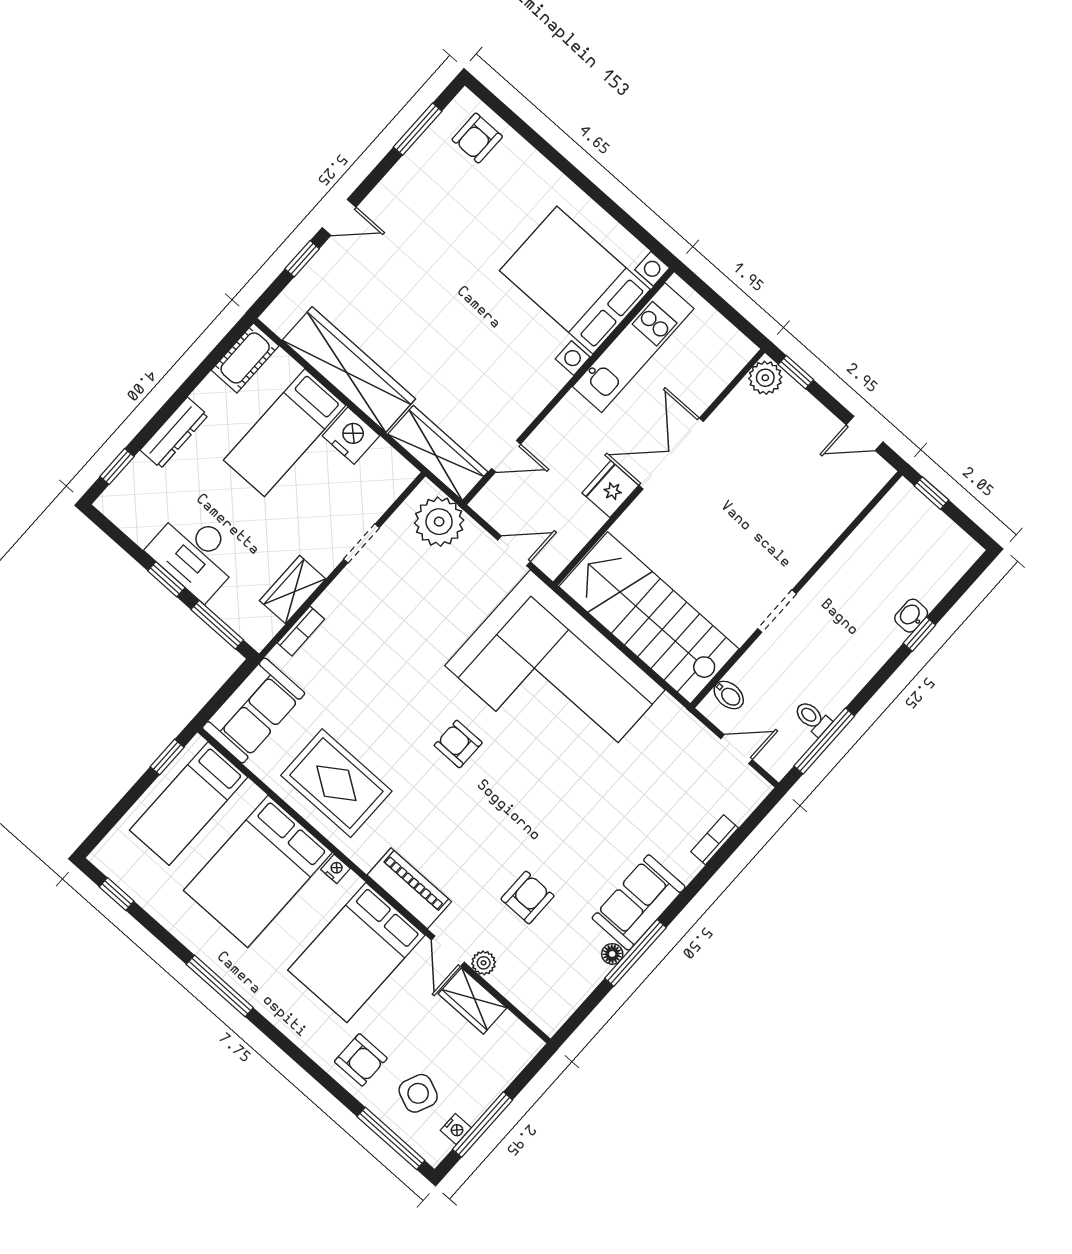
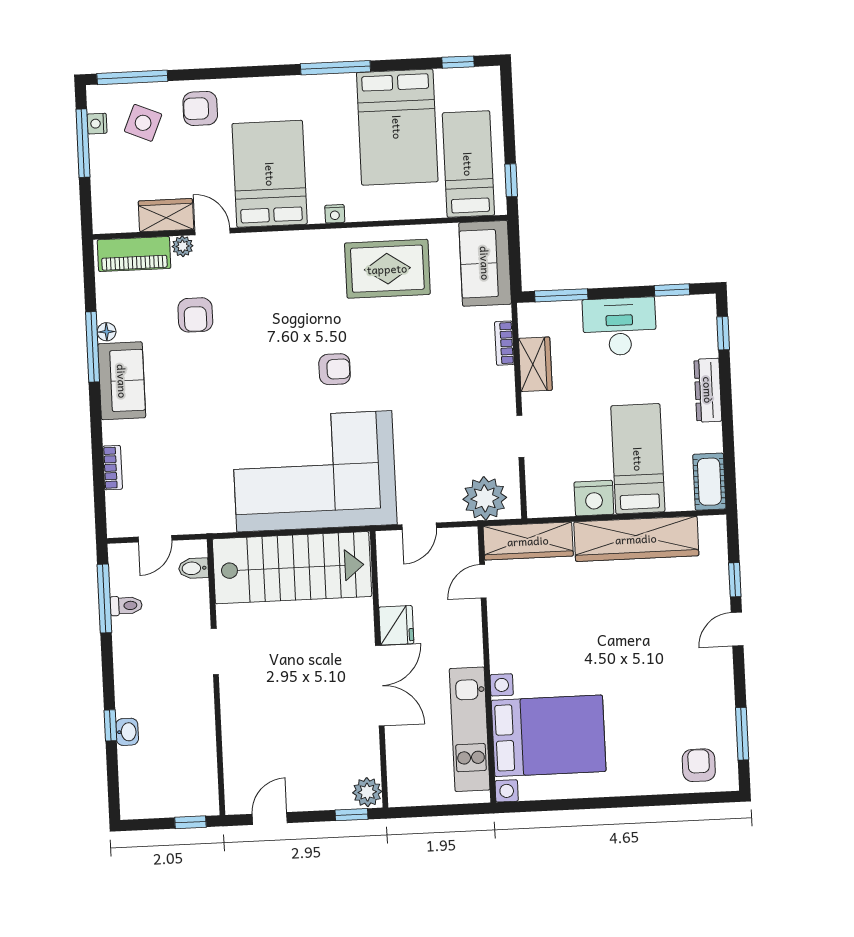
window: (166, 579) -> (672, 290), moved
bed: (258, 871) -> (397, 127), moved, turned 180
piano: (409, 888) -> (134, 254), moved

